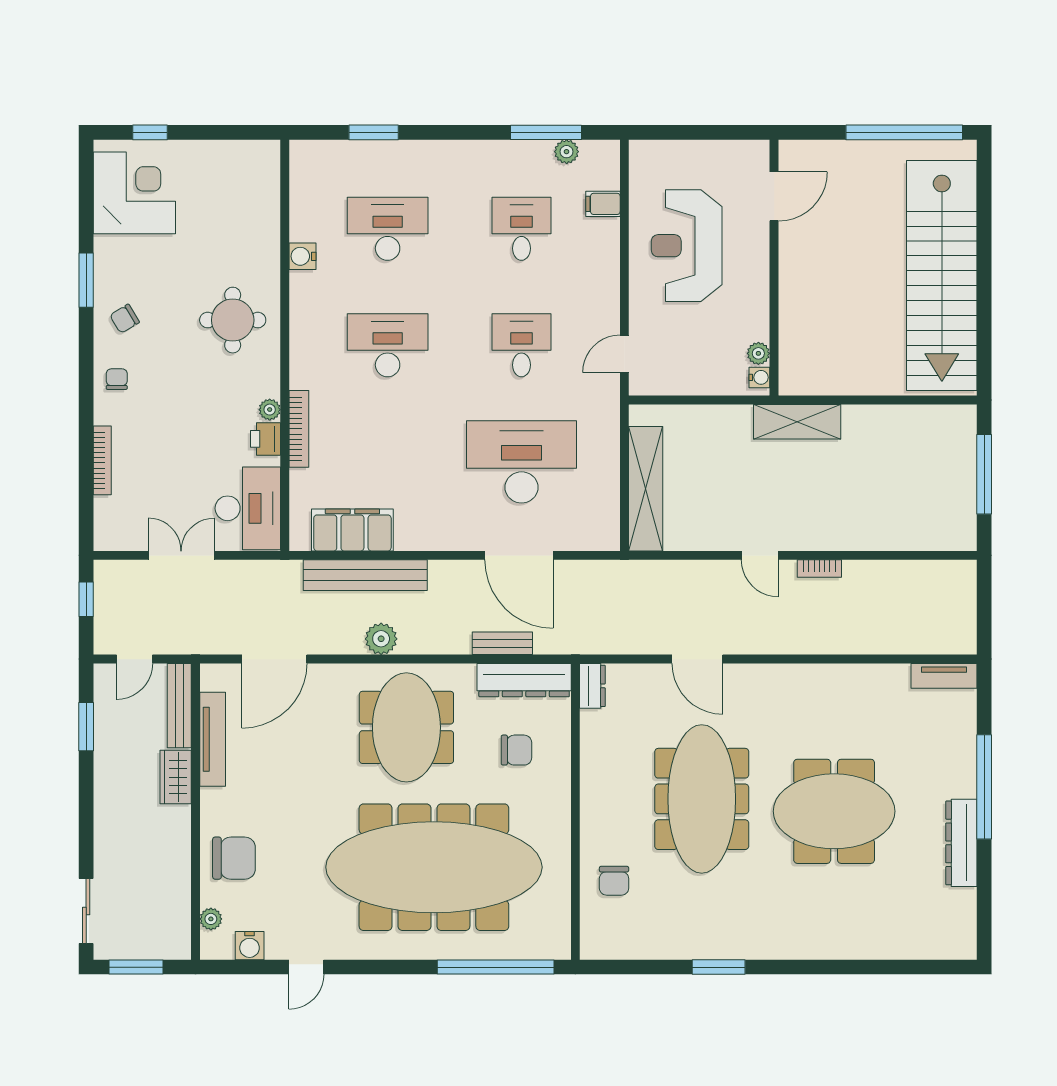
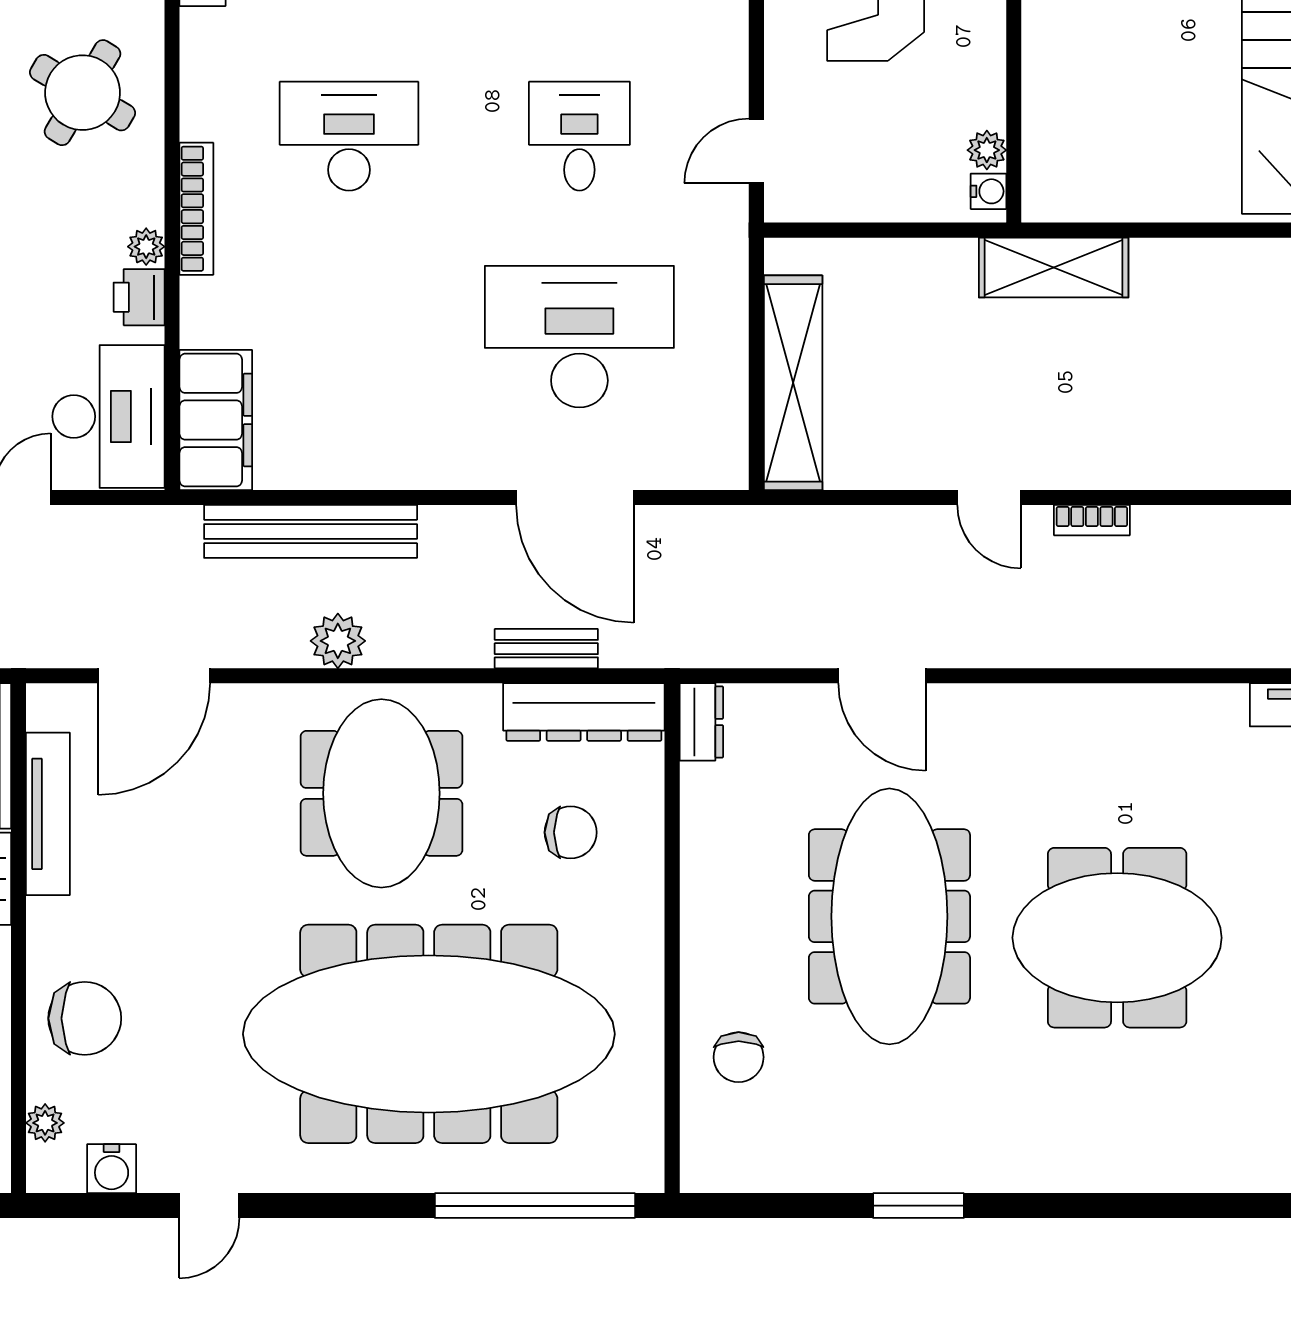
round table: (233, 320) -> (83, 93), turned 31
bookcase: (299, 429) -> (196, 209), moved
filing cabinet: (352, 530) -> (216, 420), moved, turned 90

